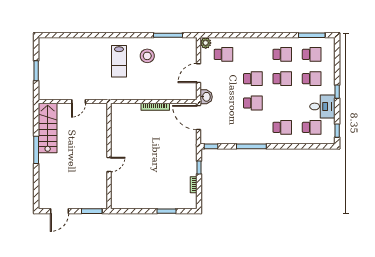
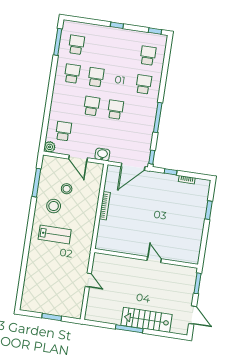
stool: (166, 66) -> (67, 189), added
school desk: (312, 79) -> (100, 48), removed
desk: (322, 106) -> (129, 42), removed
door: (198, 118) -> (133, 167), moved
stairs: (48, 128) -> (147, 320), moved

